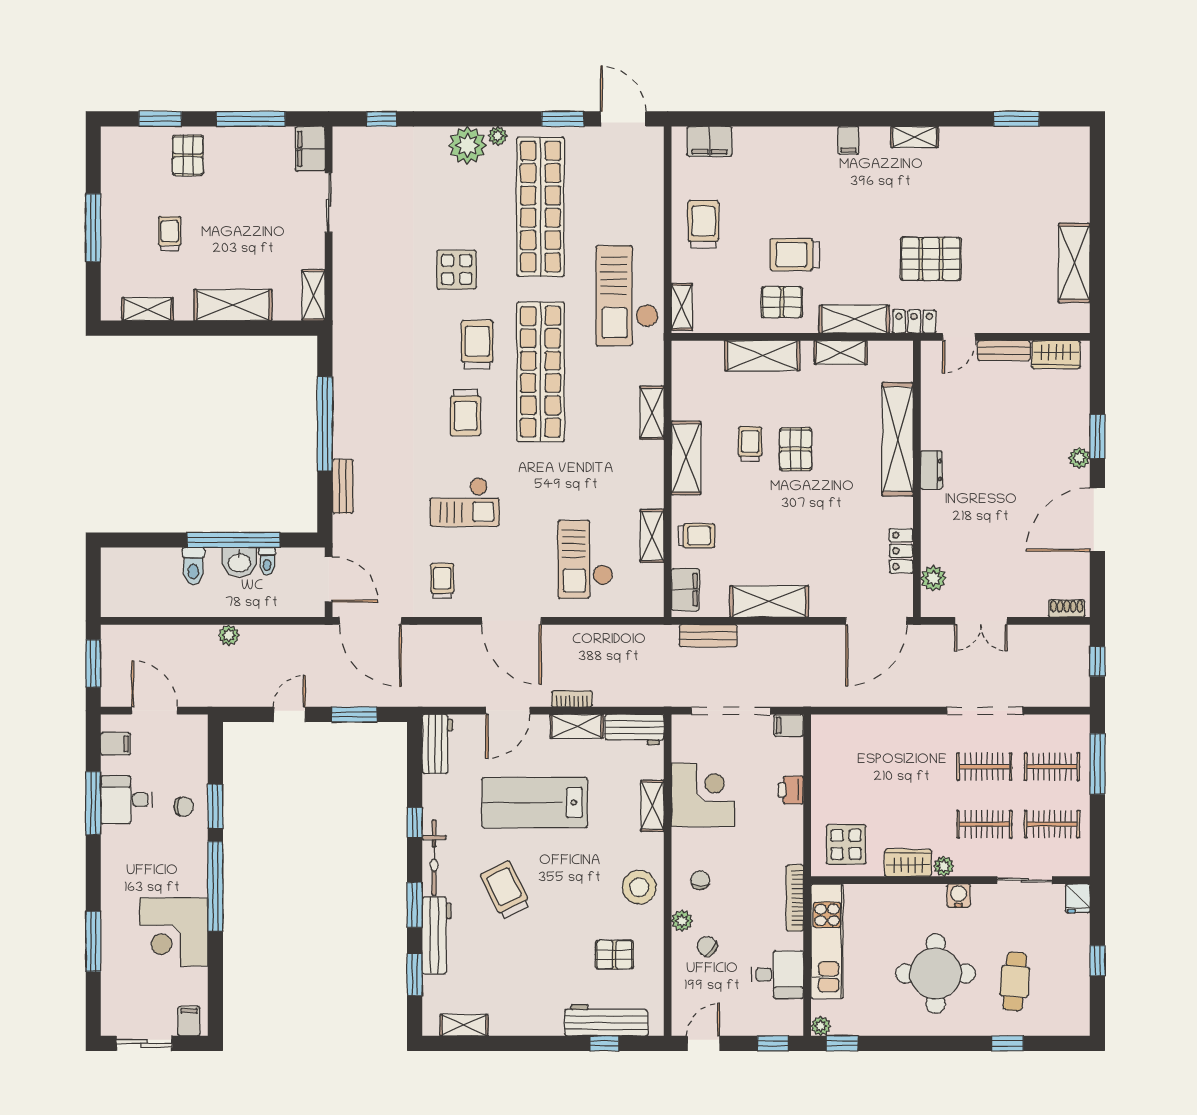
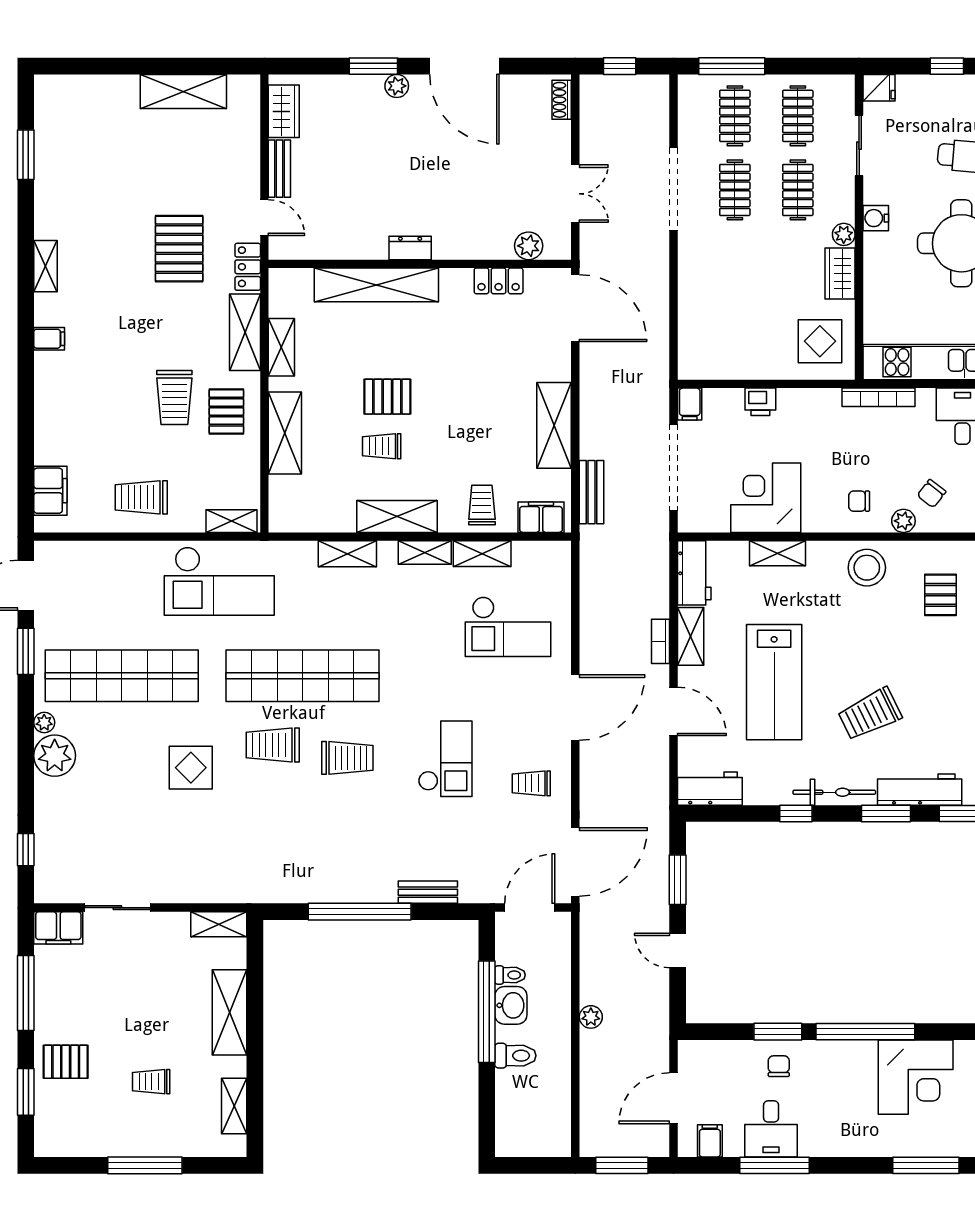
shelving: (653, 483) -> (425, 553), added

